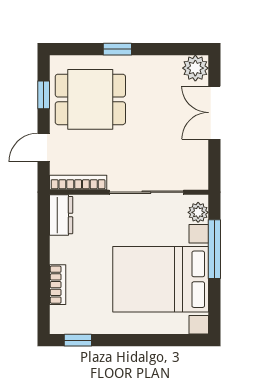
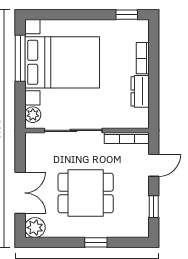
dining table: (90, 99) -> (86, 193), moved
dresser: (61, 215) -> (140, 91), moved
window: (214, 249) -> (20, 58), moved

